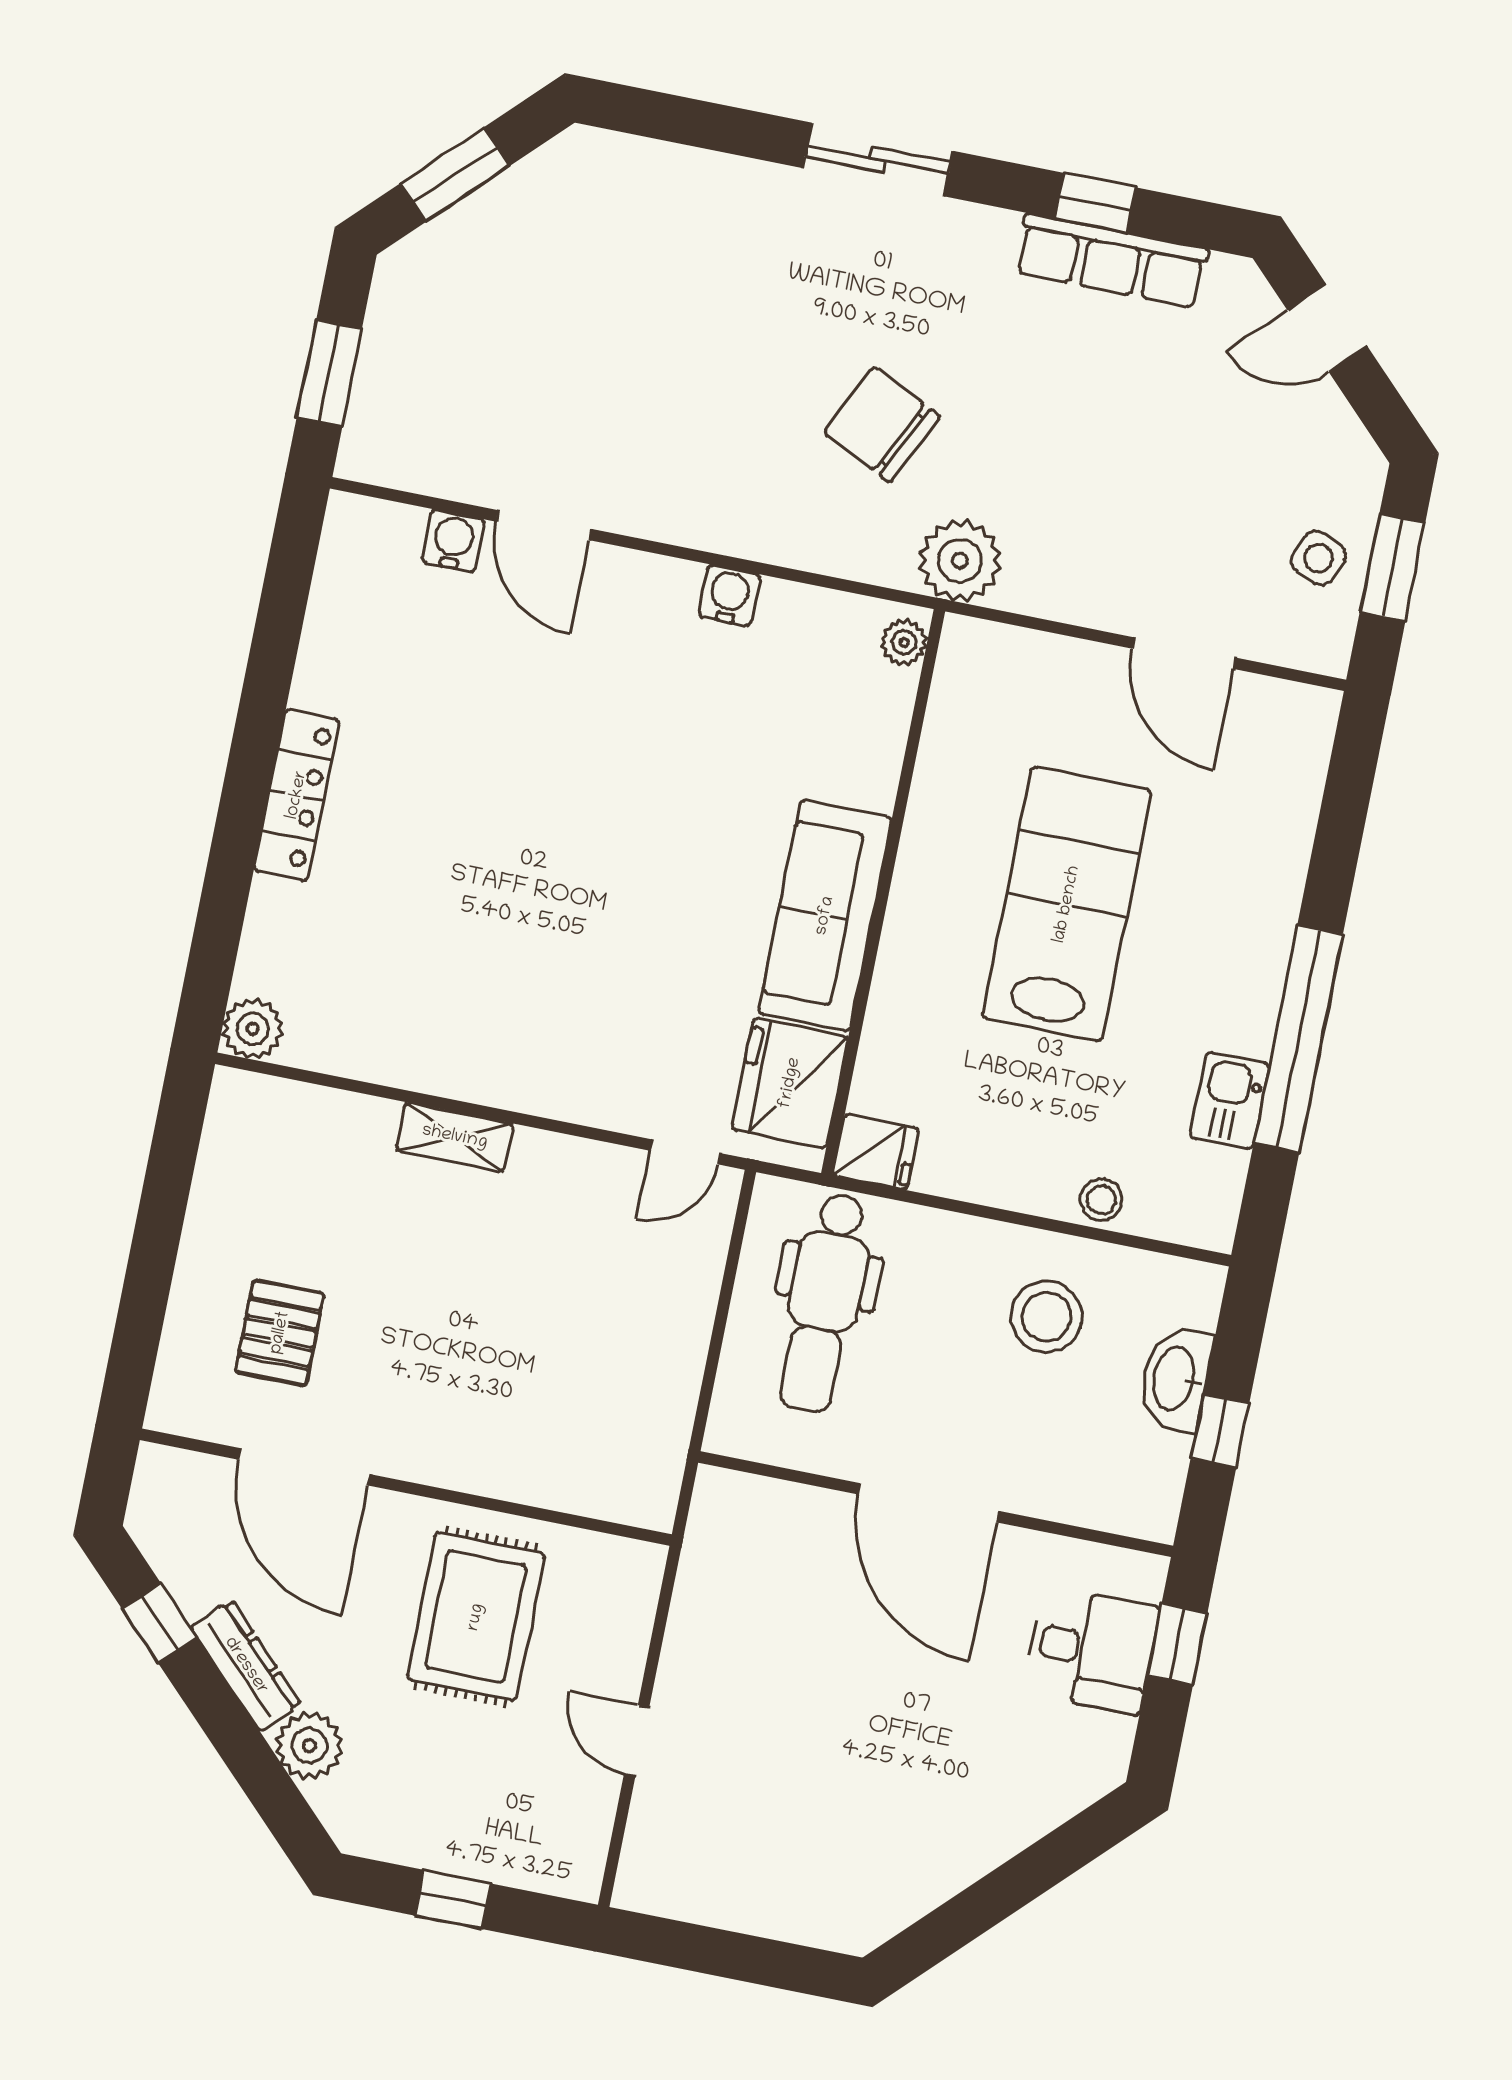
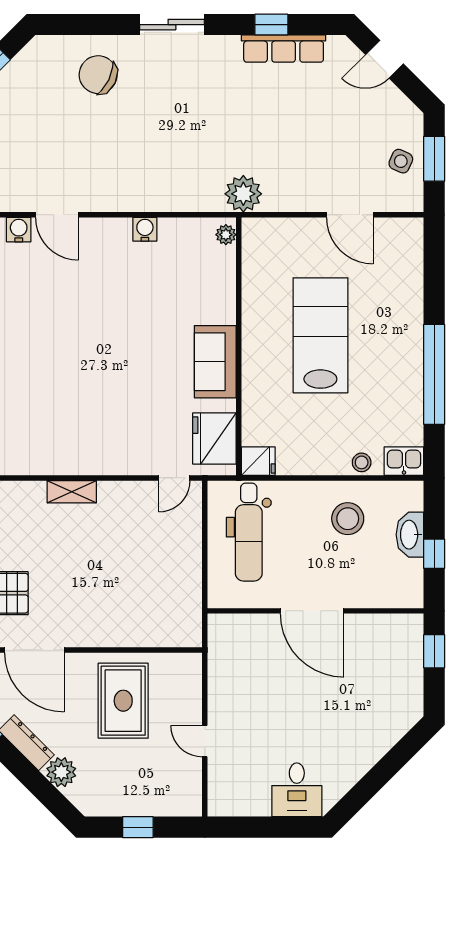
chair: (882, 424) -> (98, 75), moved
sofa: (825, 916) -> (215, 362), width x0.73
kitchen sink: (1230, 1101) -> (404, 461), moved, turned 90
desk: (1091, 1650) -> (297, 790), moved, turned 90

